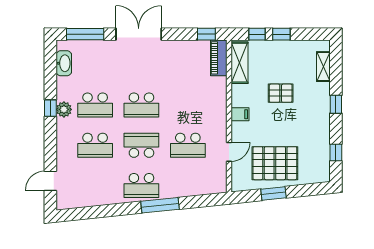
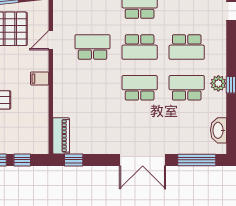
shelving: (239, 63) -> (40, 131), removed
school desk: (95, 145) -> (187, 47), turned 180

